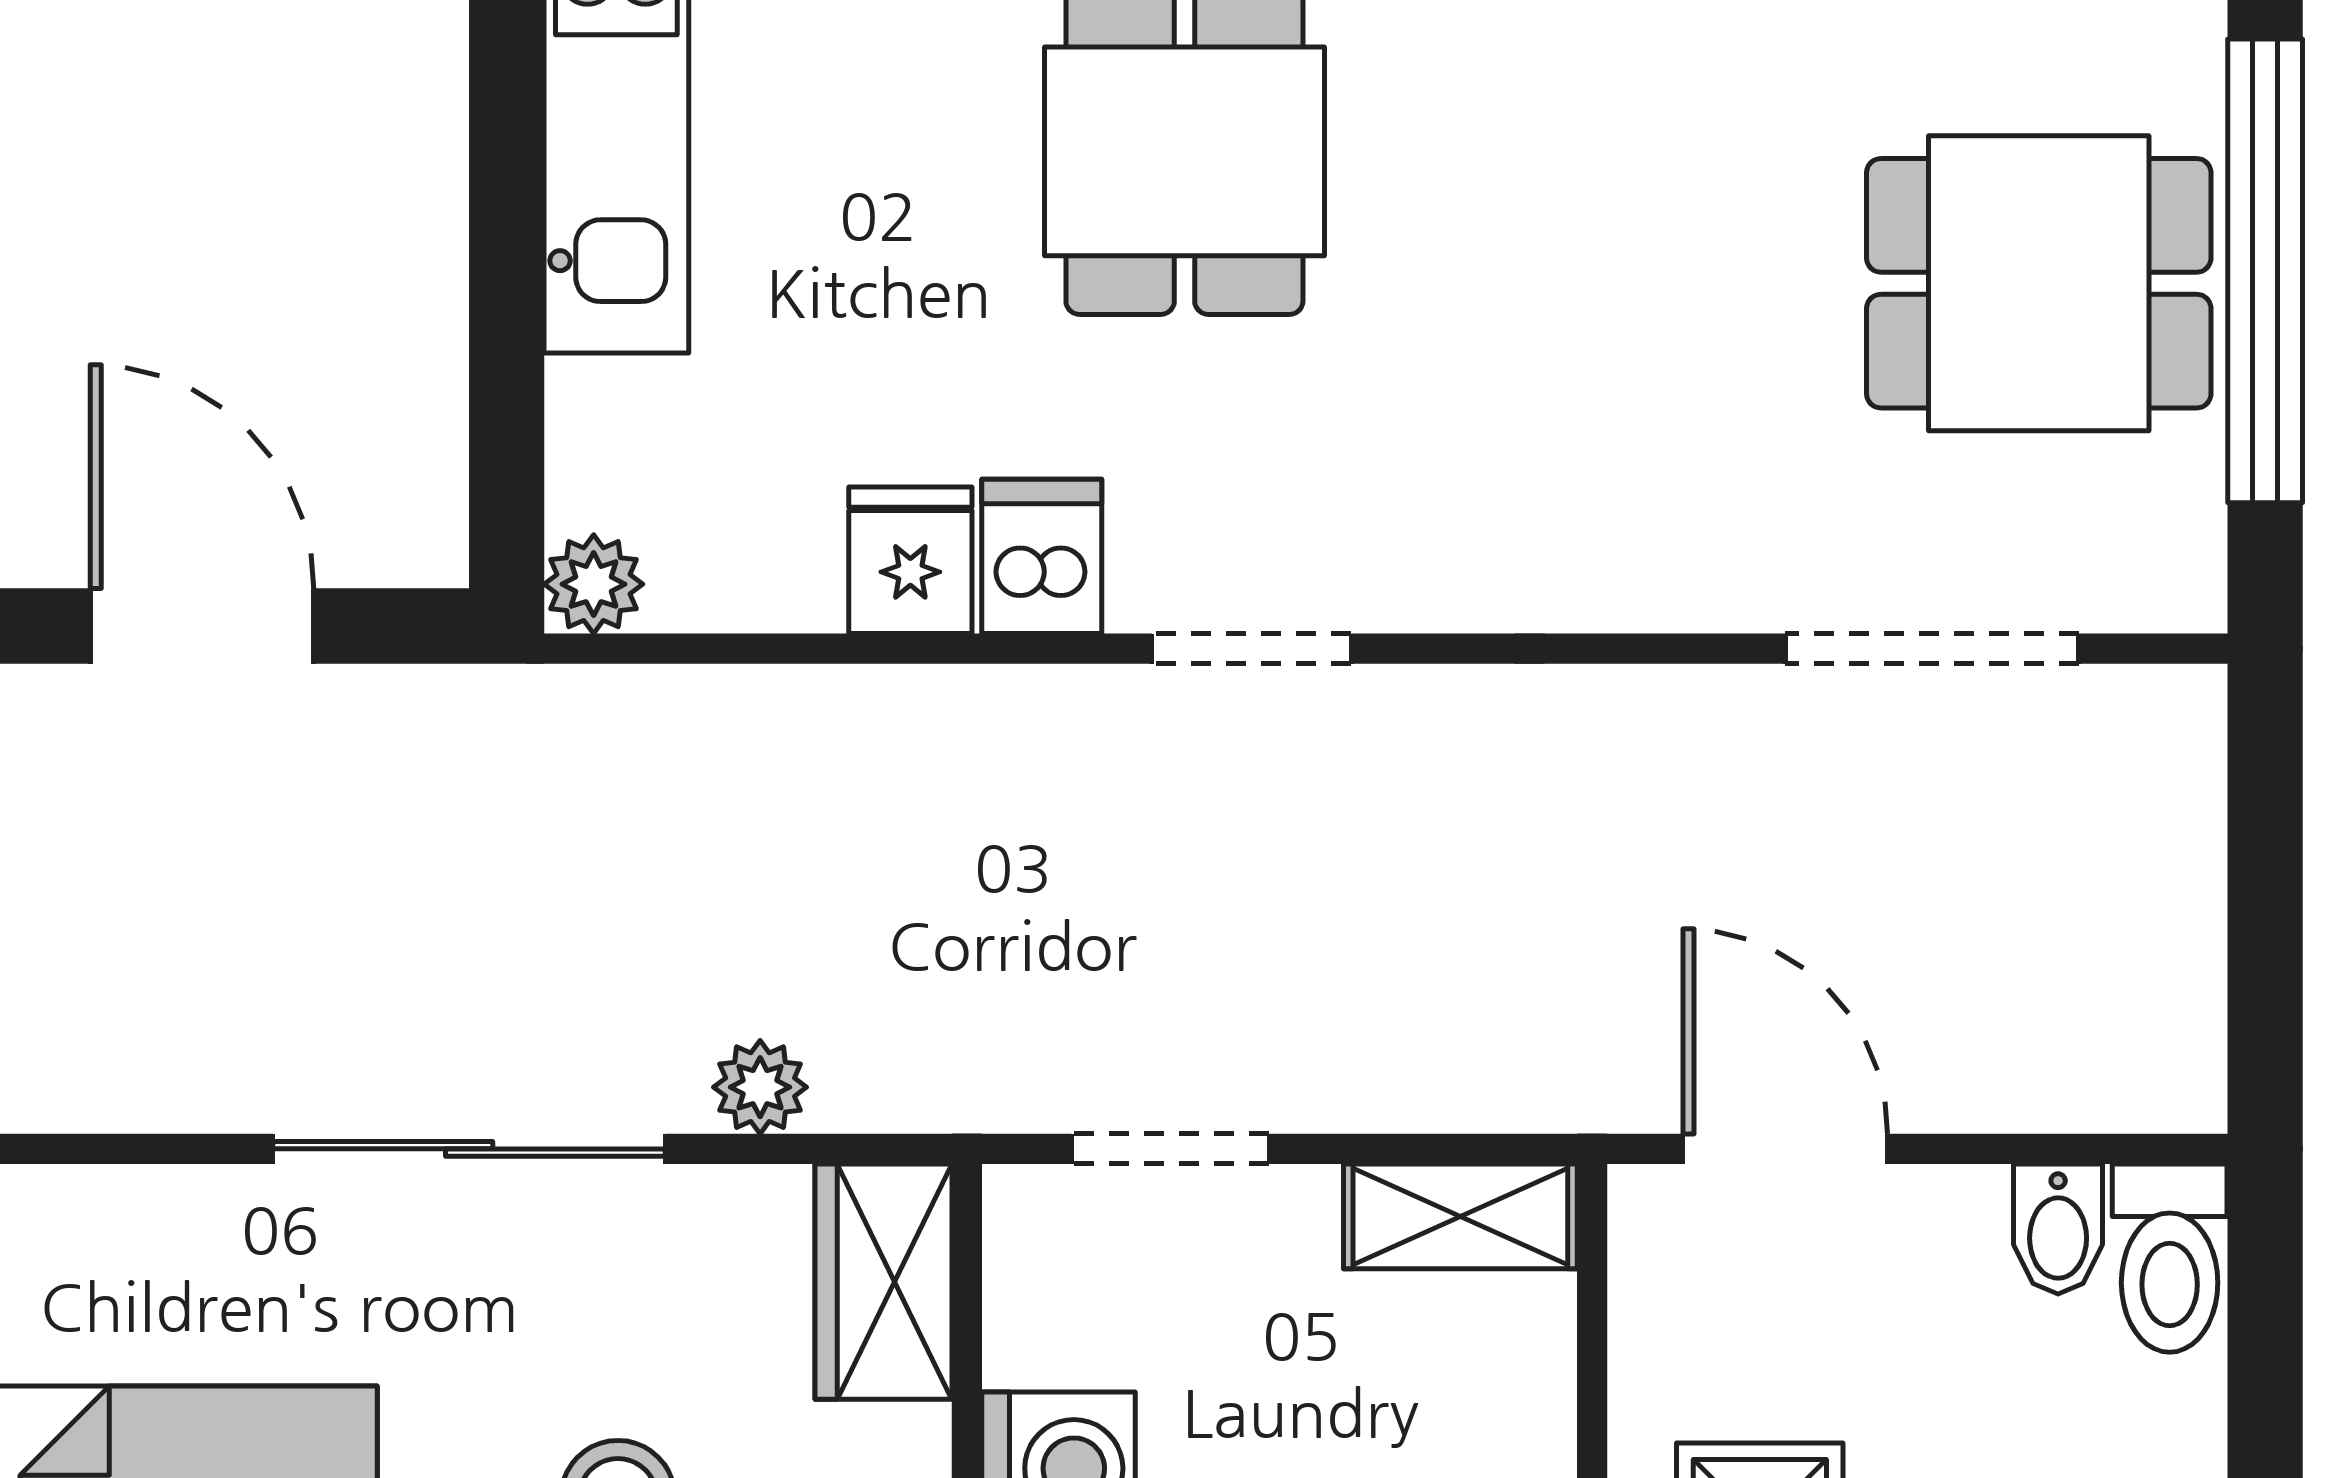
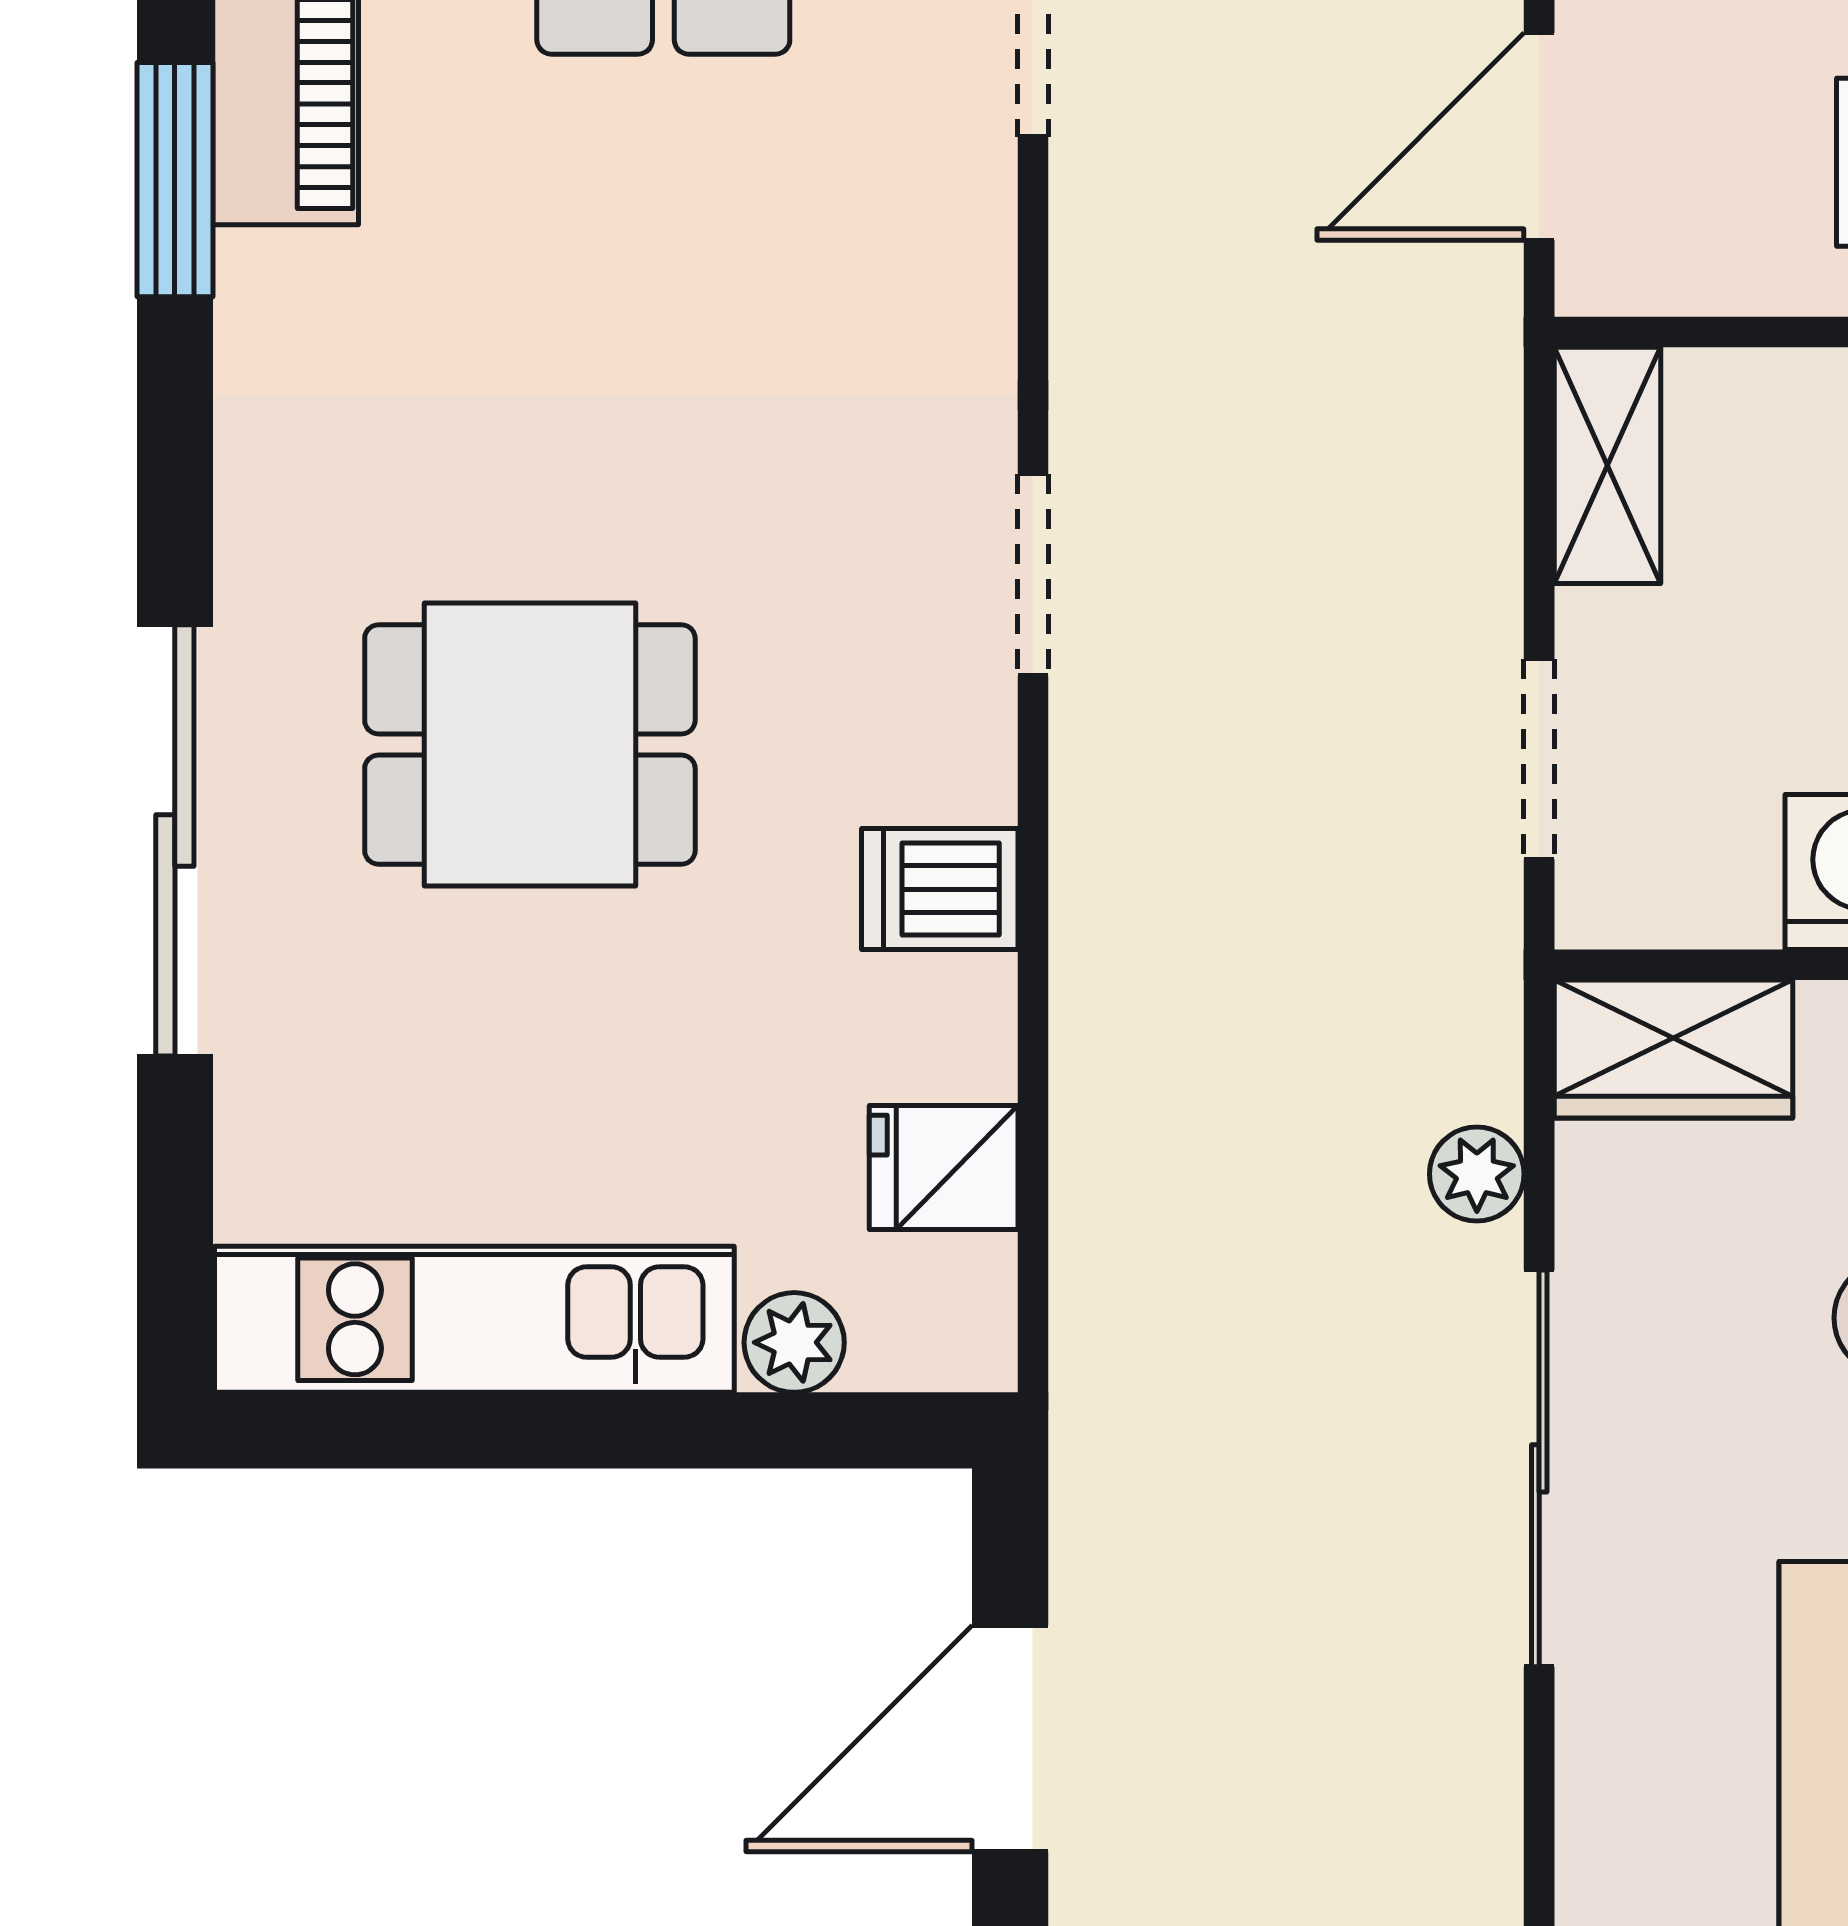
fridge: (910, 560) -> (944, 1167), moved
plant: (594, 584) -> (794, 1342), moved
doorway: (1251, 649) -> (1033, 575), moved

